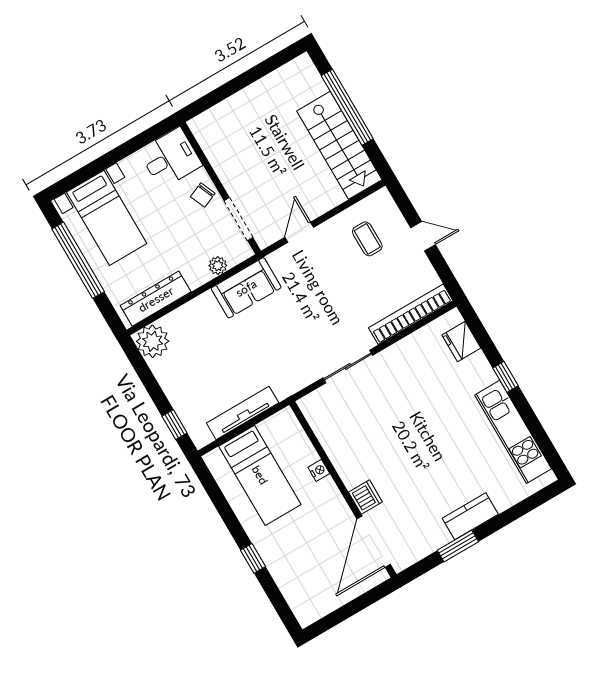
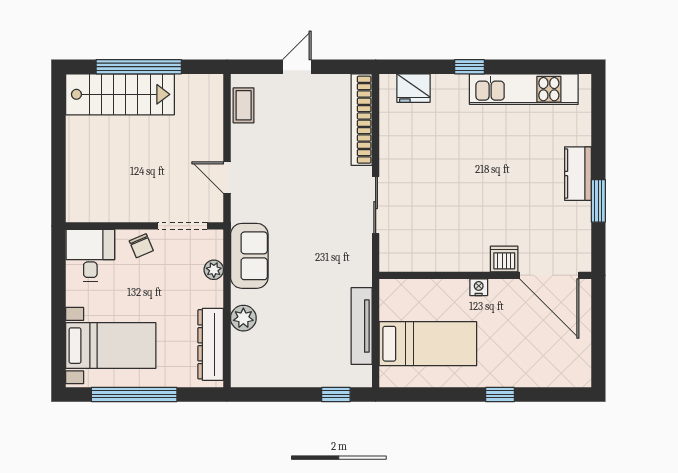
stairs: (339, 145) -> (120, 94), moved
coffee table: (367, 239) -> (244, 105), moved, turned 90
plant: (153, 341) -> (243, 318), moved, width x0.73, depth x0.73
nightstand: (319, 470) -> (479, 287), moved

